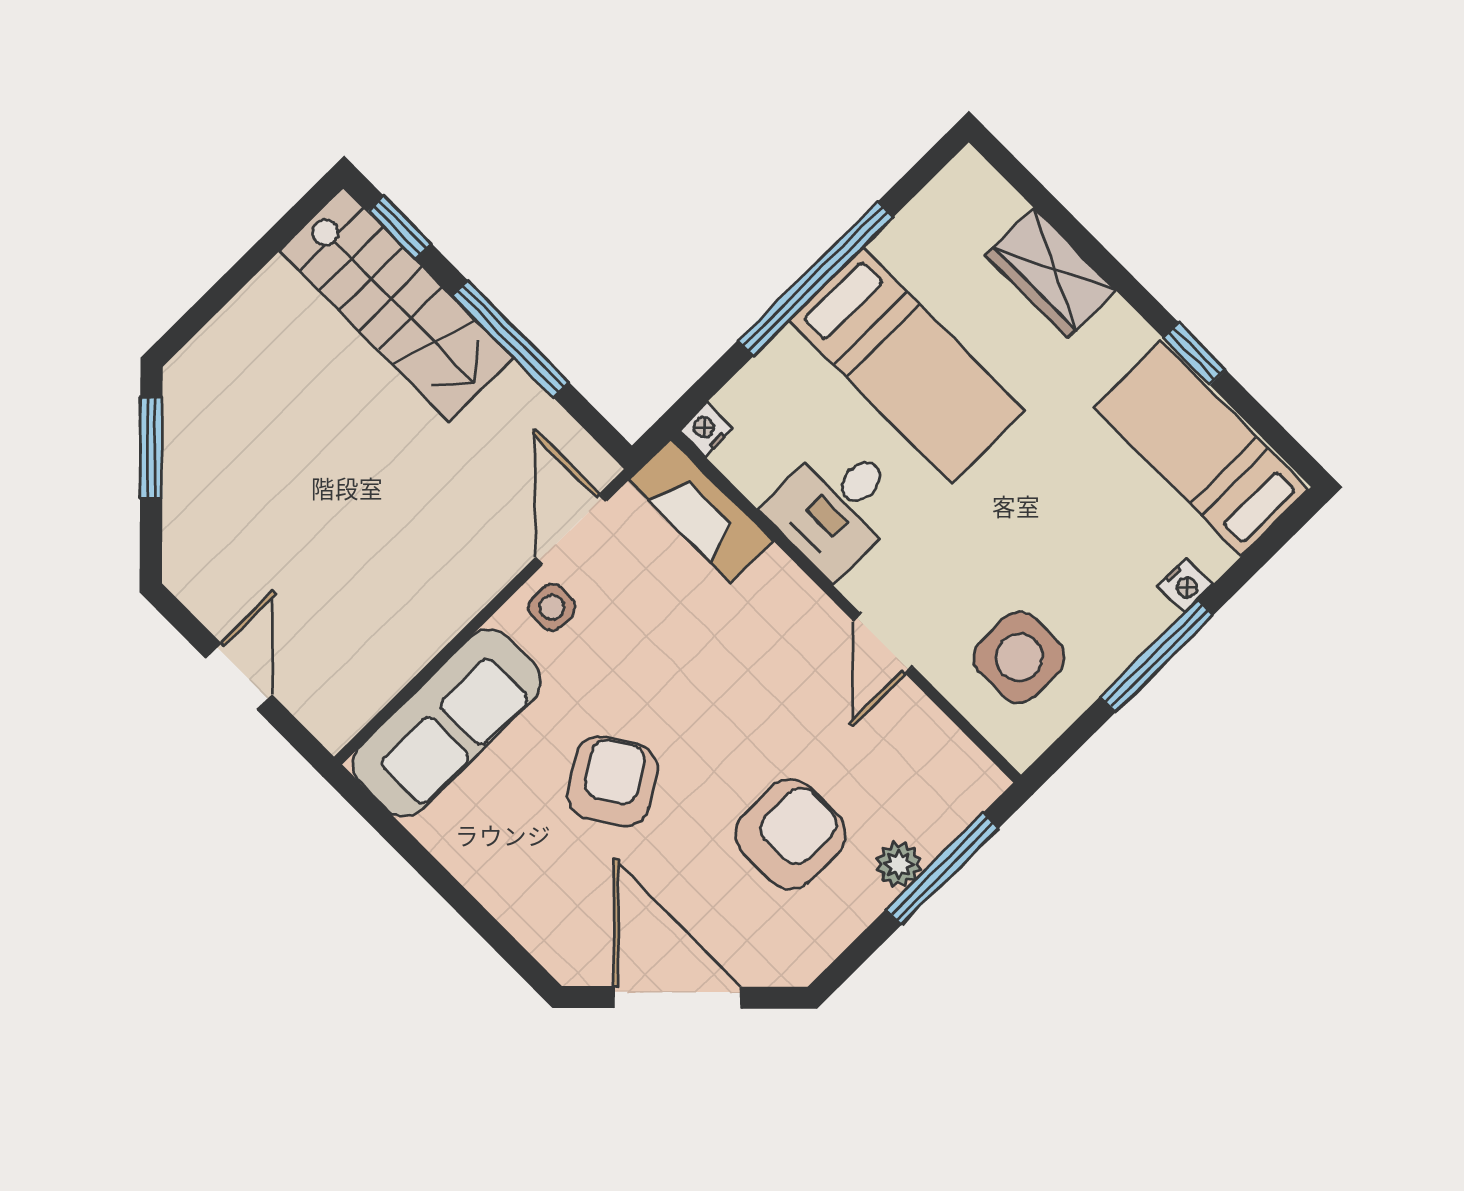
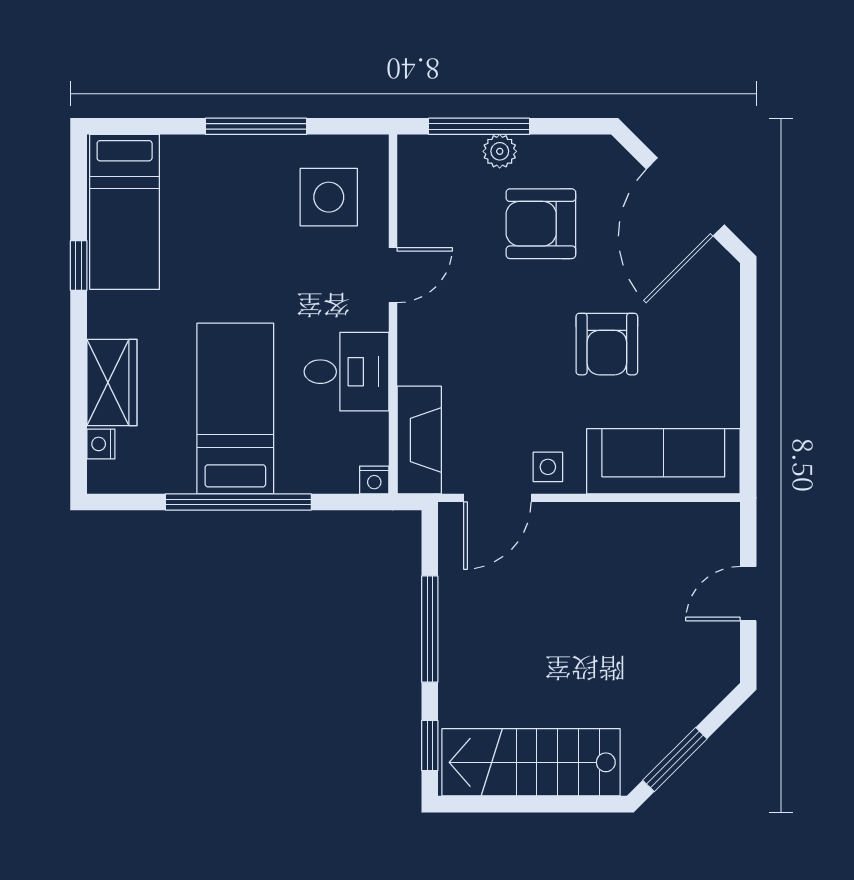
stairs: (397, 304) -> (531, 762), moved, turned -90
nightstand: (1185, 585) -> (101, 444), moved, turned -90
armchair: (612, 781) -> (607, 344), turned -57

